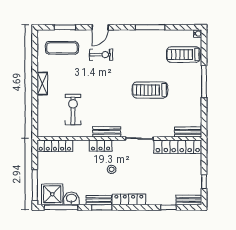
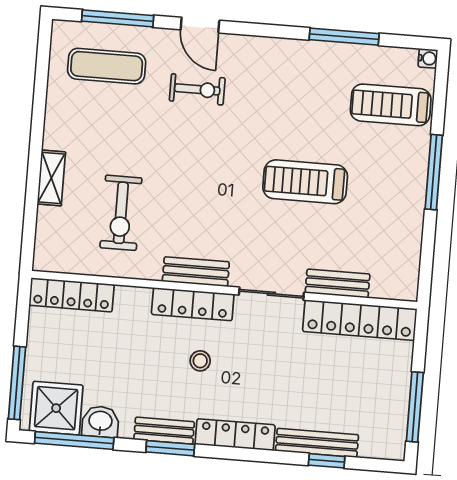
window: (65, 27) -> (118, 18), width x1.44
door: (100, 27) -> (200, 25), hinge flipped
window: (150, 27) -> (344, 37), moved
shelving: (42, 83) -> (51, 178), moved
exercise bike: (73, 109) -> (121, 213), turned 180
bench: (188, 132) -> (338, 283), moved
locker: (101, 146) -> (193, 304), width x1.53
window: (204, 182) -> (415, 407), width x2.17
bench: (189, 200) -> (317, 443), moved, width x1.36

